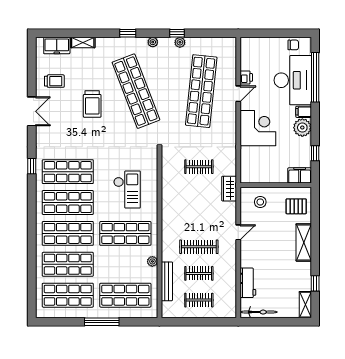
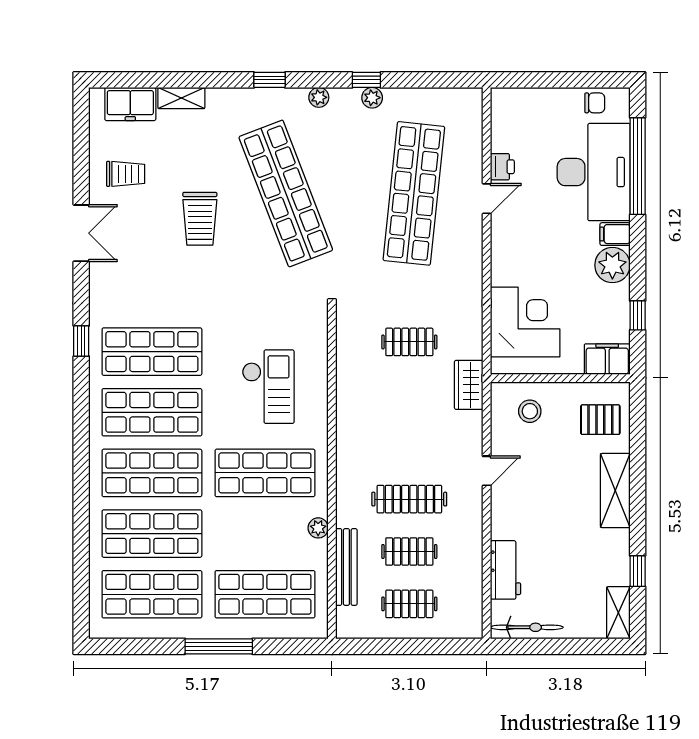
corner desk: (258, 128) -> (525, 322), moved

